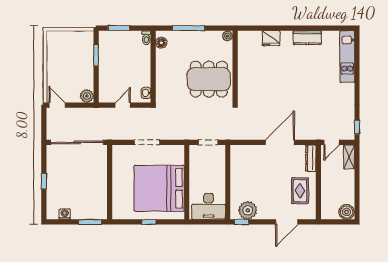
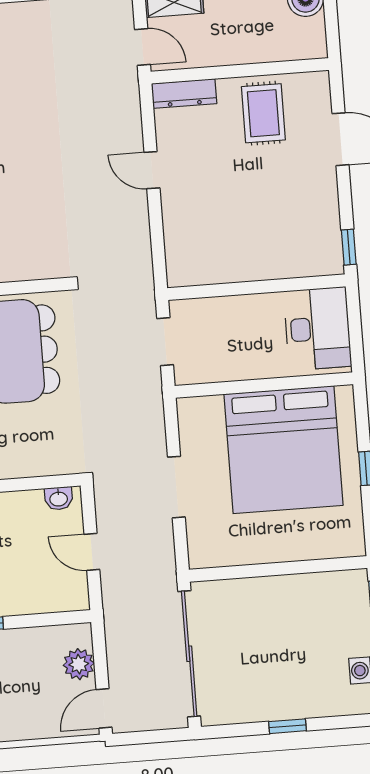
plant: (87, 96) -> (79, 664), moved
door: (280, 142) -> (152, 170), width x0.53
rug: (300, 191) -> (263, 113), turned 90
plant: (248, 210) -> (320, 234), removed

